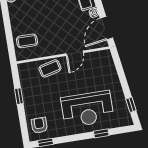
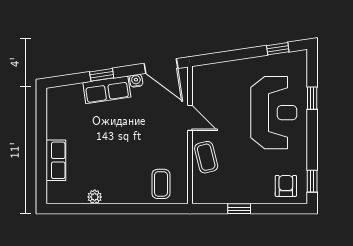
armchair: (39, 125) -> (286, 186), turned 90

